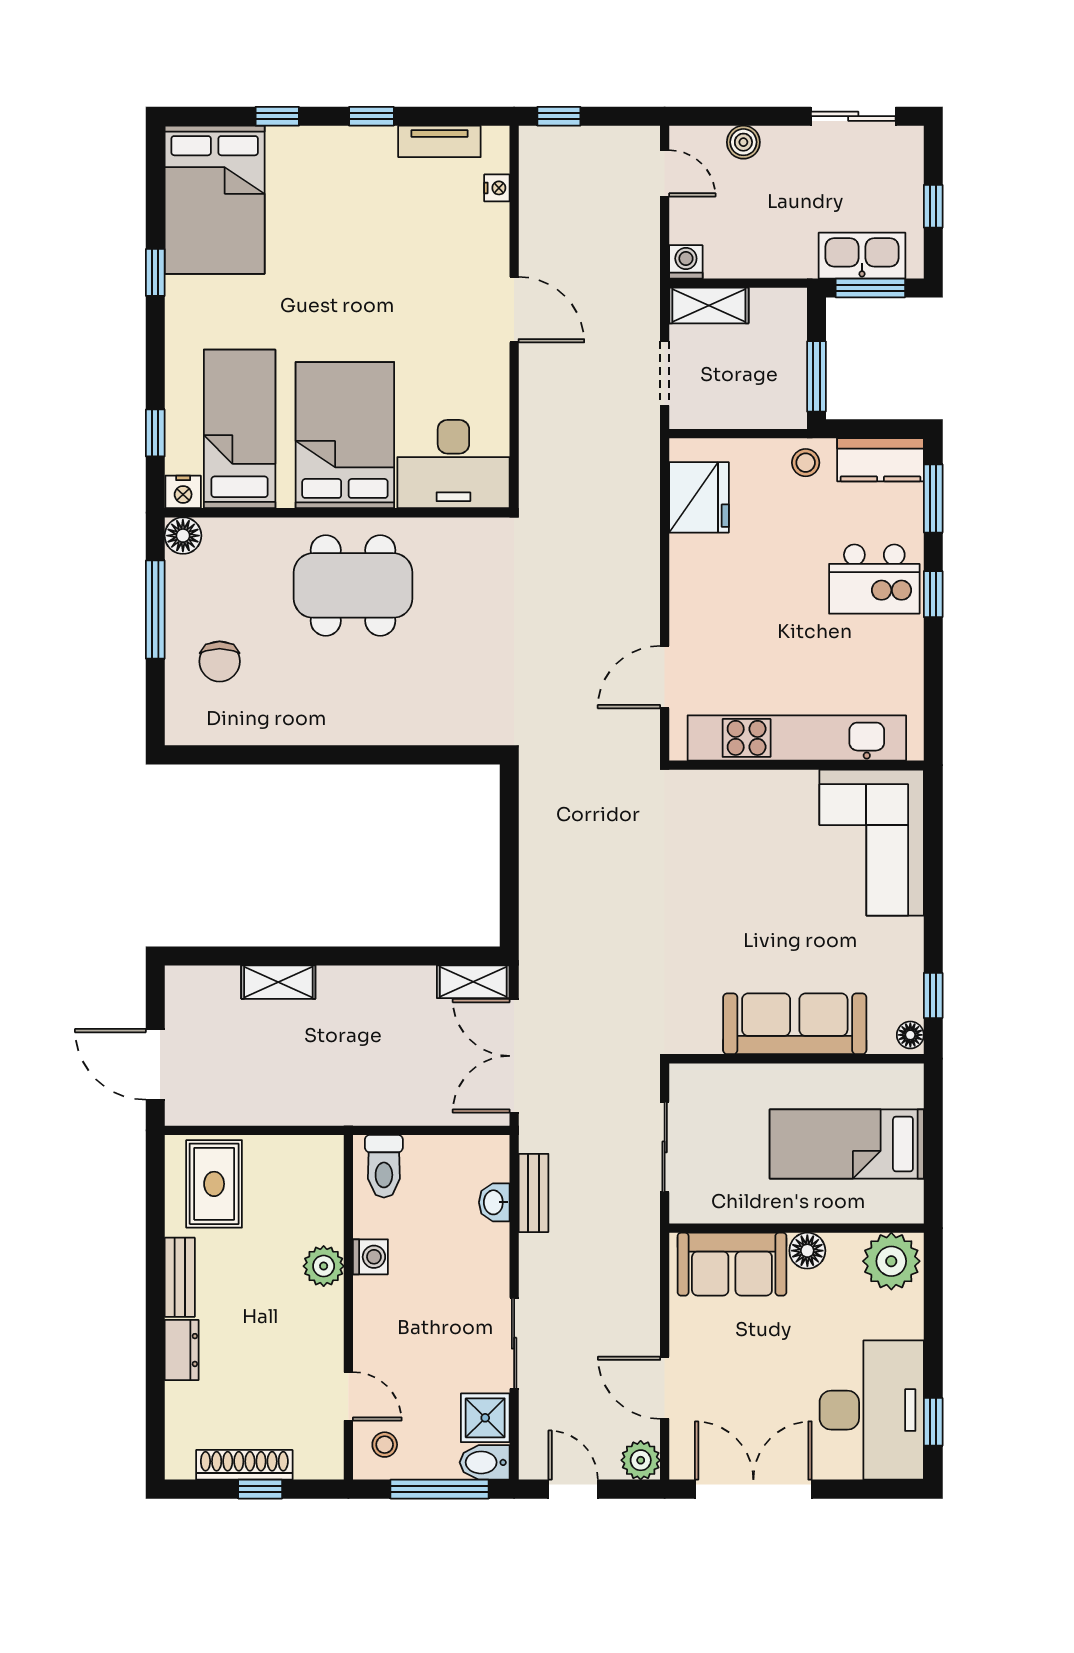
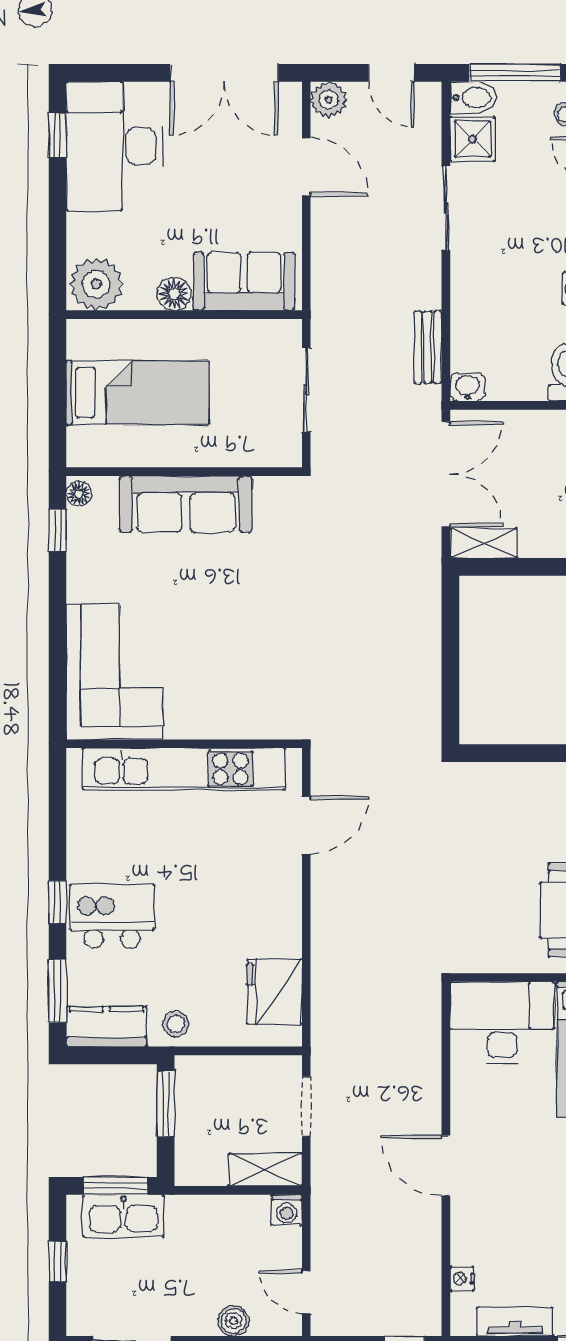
washbasin: (494, 1202) -> (468, 387), moved, turned -90

